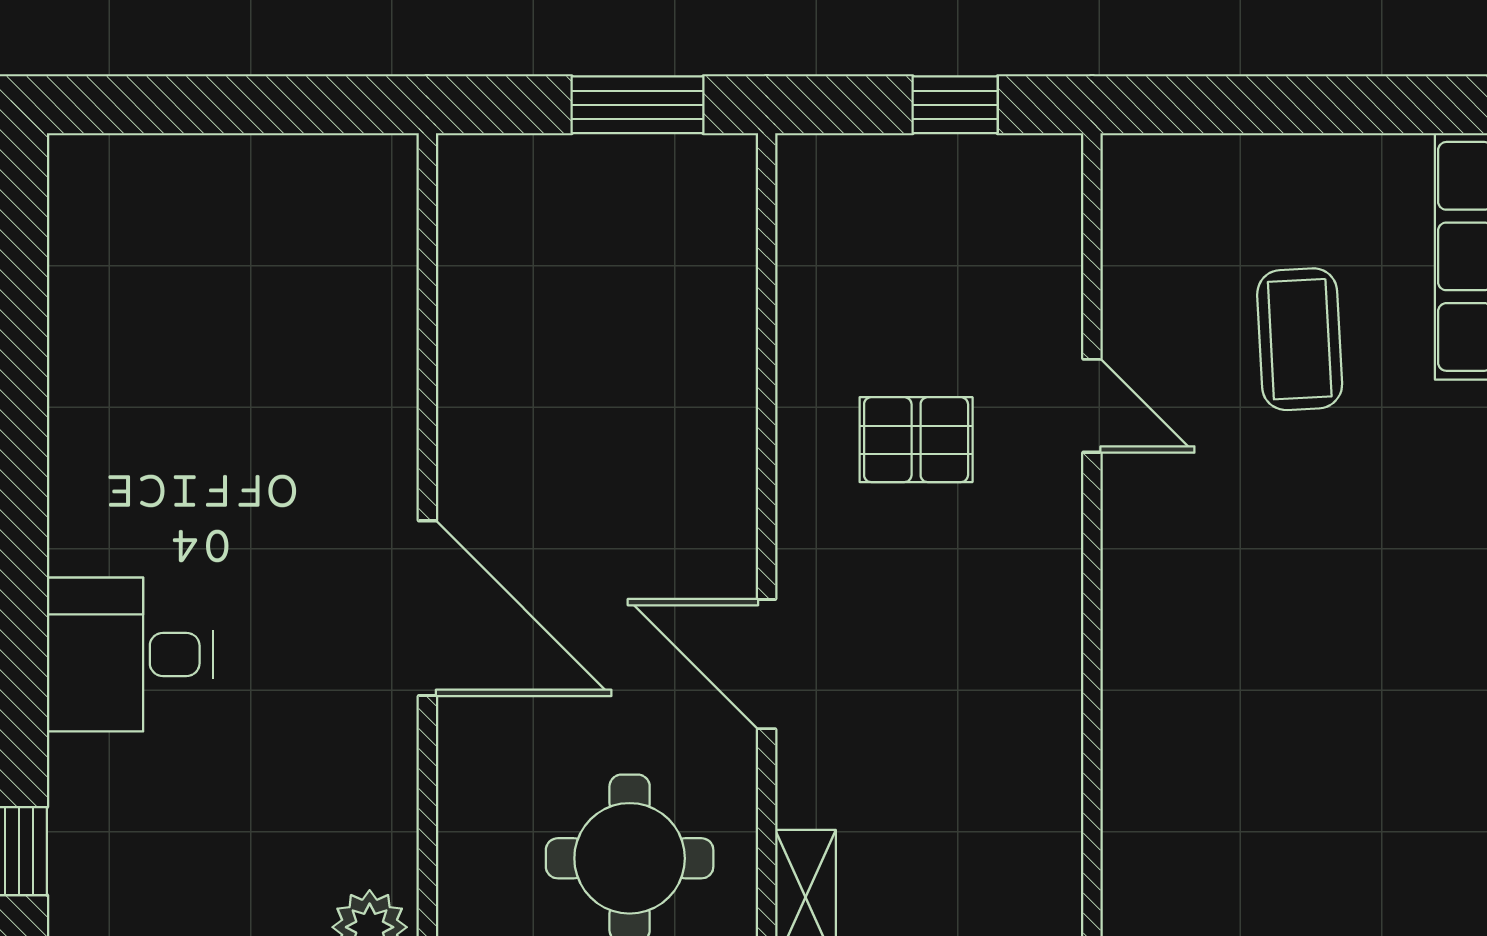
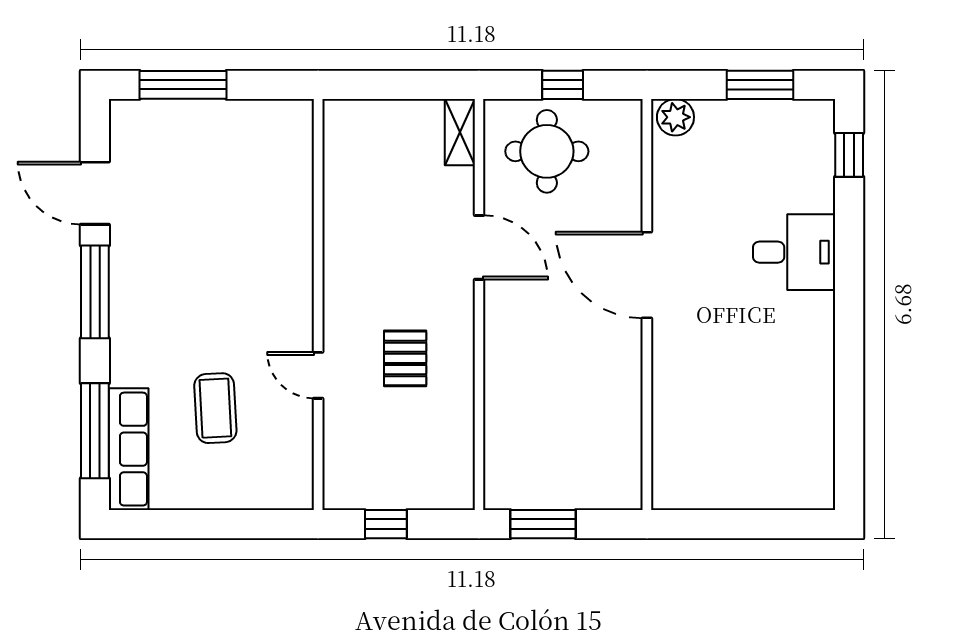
pallet: (916, 440) -> (405, 358), turned 90

